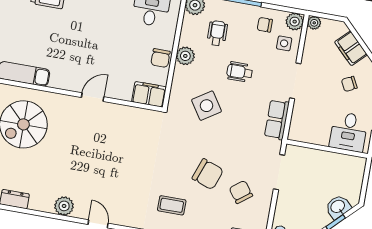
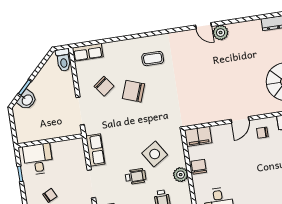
chair: (71, 73) -> (262, 133), added
side table: (206, 106) -> (155, 154), moved
plant: (64, 206) -> (221, 33), moved

